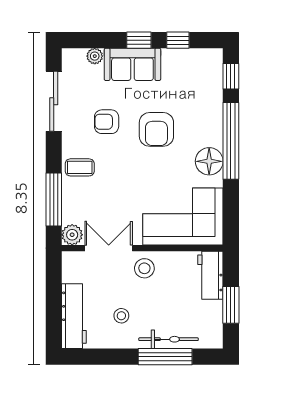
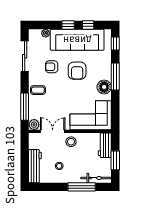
sofa: (132, 64) -> (77, 40), width x1.85, depth x1.27
window: (231, 141) -> (115, 77), width x0.68
bicycle: (169, 339) -> (96, 178), moved

